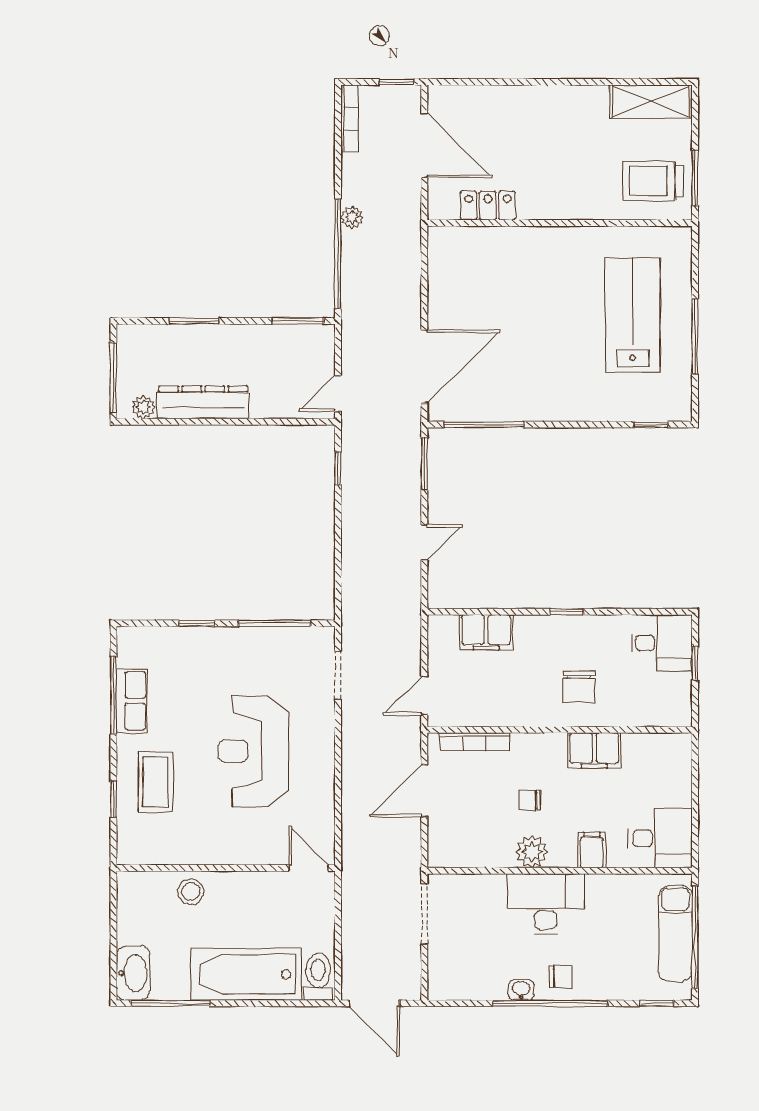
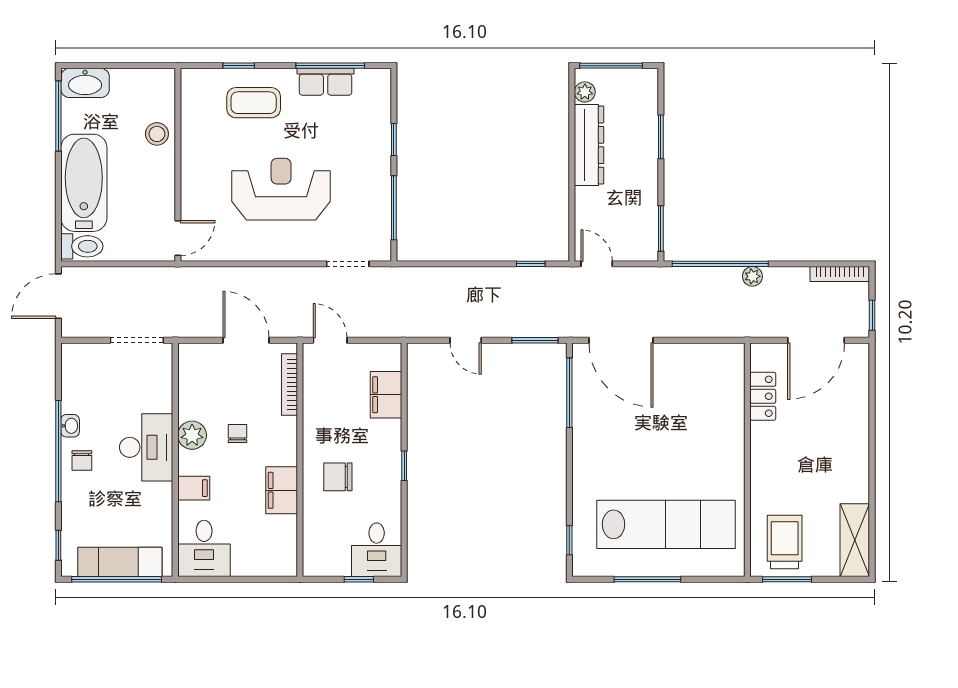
lab bench: (633, 315) -> (666, 524), width x1.36

